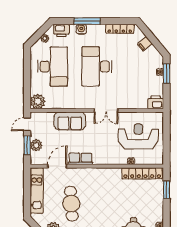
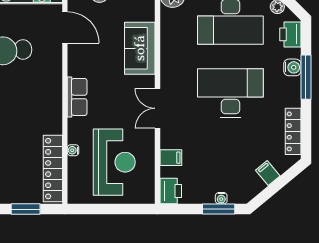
filing cabinet: (136, 102) -> (171, 158), added
row of seats: (80, 159) -> (77, 97), moved

